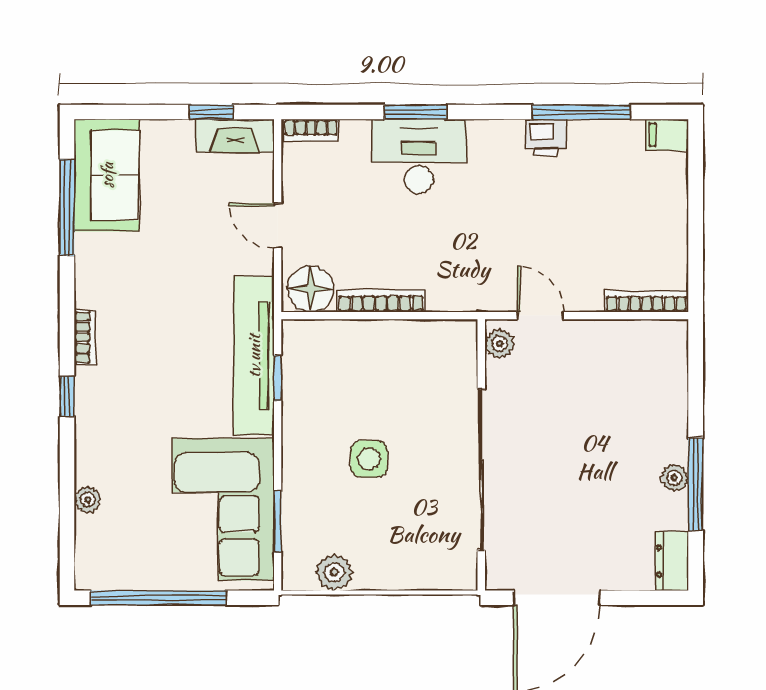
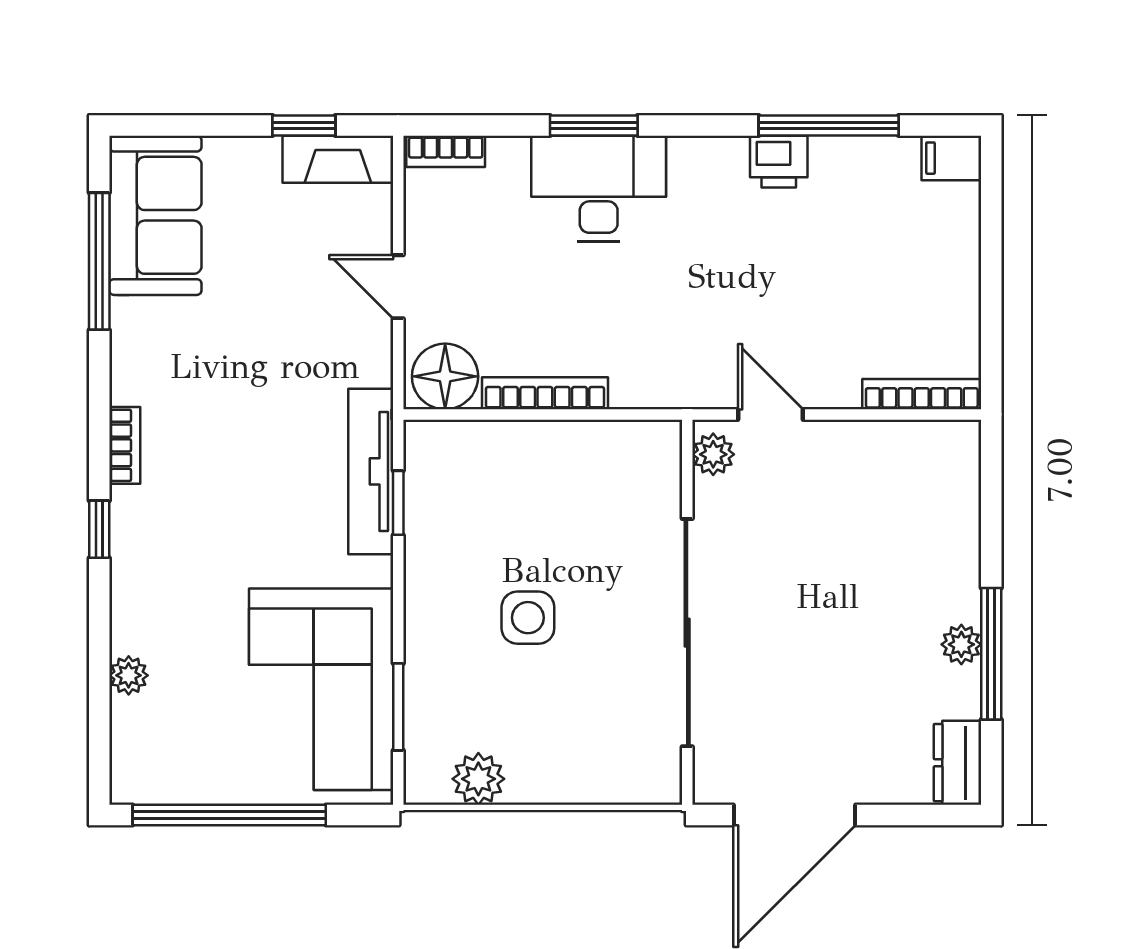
tv unit: (254, 356) -> (371, 471), width x0.73, depth x0.78

